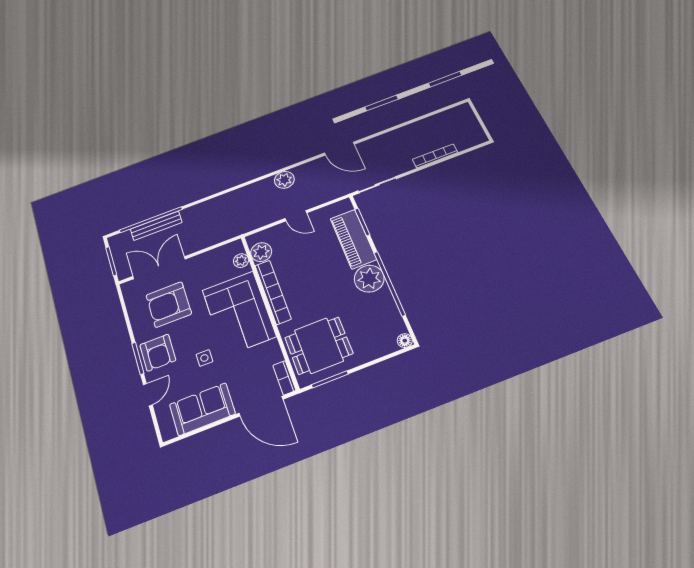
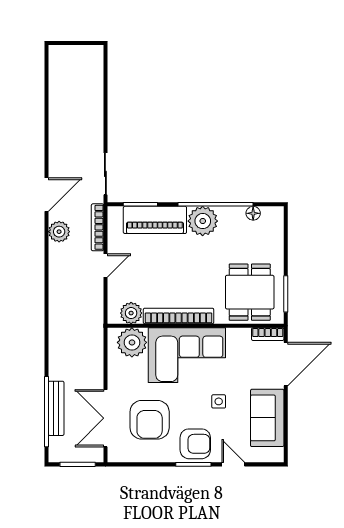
bookcase: (435, 156) -> (98, 227), moved
plant: (284, 180) -> (59, 232), moved
plant: (241, 261) -> (132, 342), width x1.88, depth x1.88
floor lamp: (405, 341) -> (253, 213), moved

